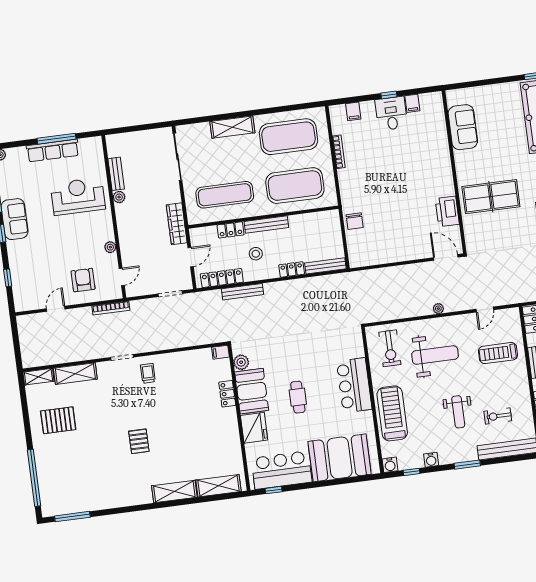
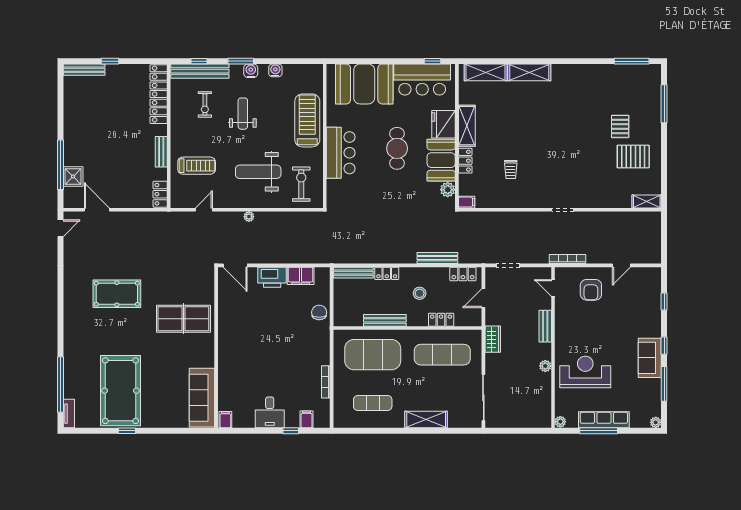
window: (389, 95) -> (291, 431), moved
filing cabinet: (412, 103) -> (225, 420), moved
sofa: (463, 127) -> (202, 398), width x1.36
exercise mat: (288, 137) -> (373, 403), width x0.50, depth x0.69
bench: (116, 174) -> (545, 326), moved
reception desk: (78, 196) -> (585, 372), turned 180
printer: (447, 211) -> (272, 277), moved, turned 90
wardrobe: (177, 224) -> (493, 339), width x0.67
bench: (266, 224) -> (385, 320), moved
plant: (110, 247) -> (560, 422), moved
filing cabinet: (378, 255) -> (301, 276), added
door: (122, 277) -> (553, 288), hinge flipped
locker: (222, 278) -> (463, 274), width x0.66
trolley: (148, 373) -> (511, 170), moved
shelving: (75, 374) -> (467, 126), moved, turned 90
cafe table: (298, 397) -> (397, 148), width x1.37, depth x1.35
treadmill: (392, 413) -> (307, 120), turned 180
exercise bike: (498, 416) -> (205, 104), turned 90
pallet: (139, 441) -> (620, 126), moved
water cooler: (390, 465) -> (251, 71), moved
window: (412, 472) -> (199, 61), moved
window: (34, 478) -> (664, 104), width x0.68

